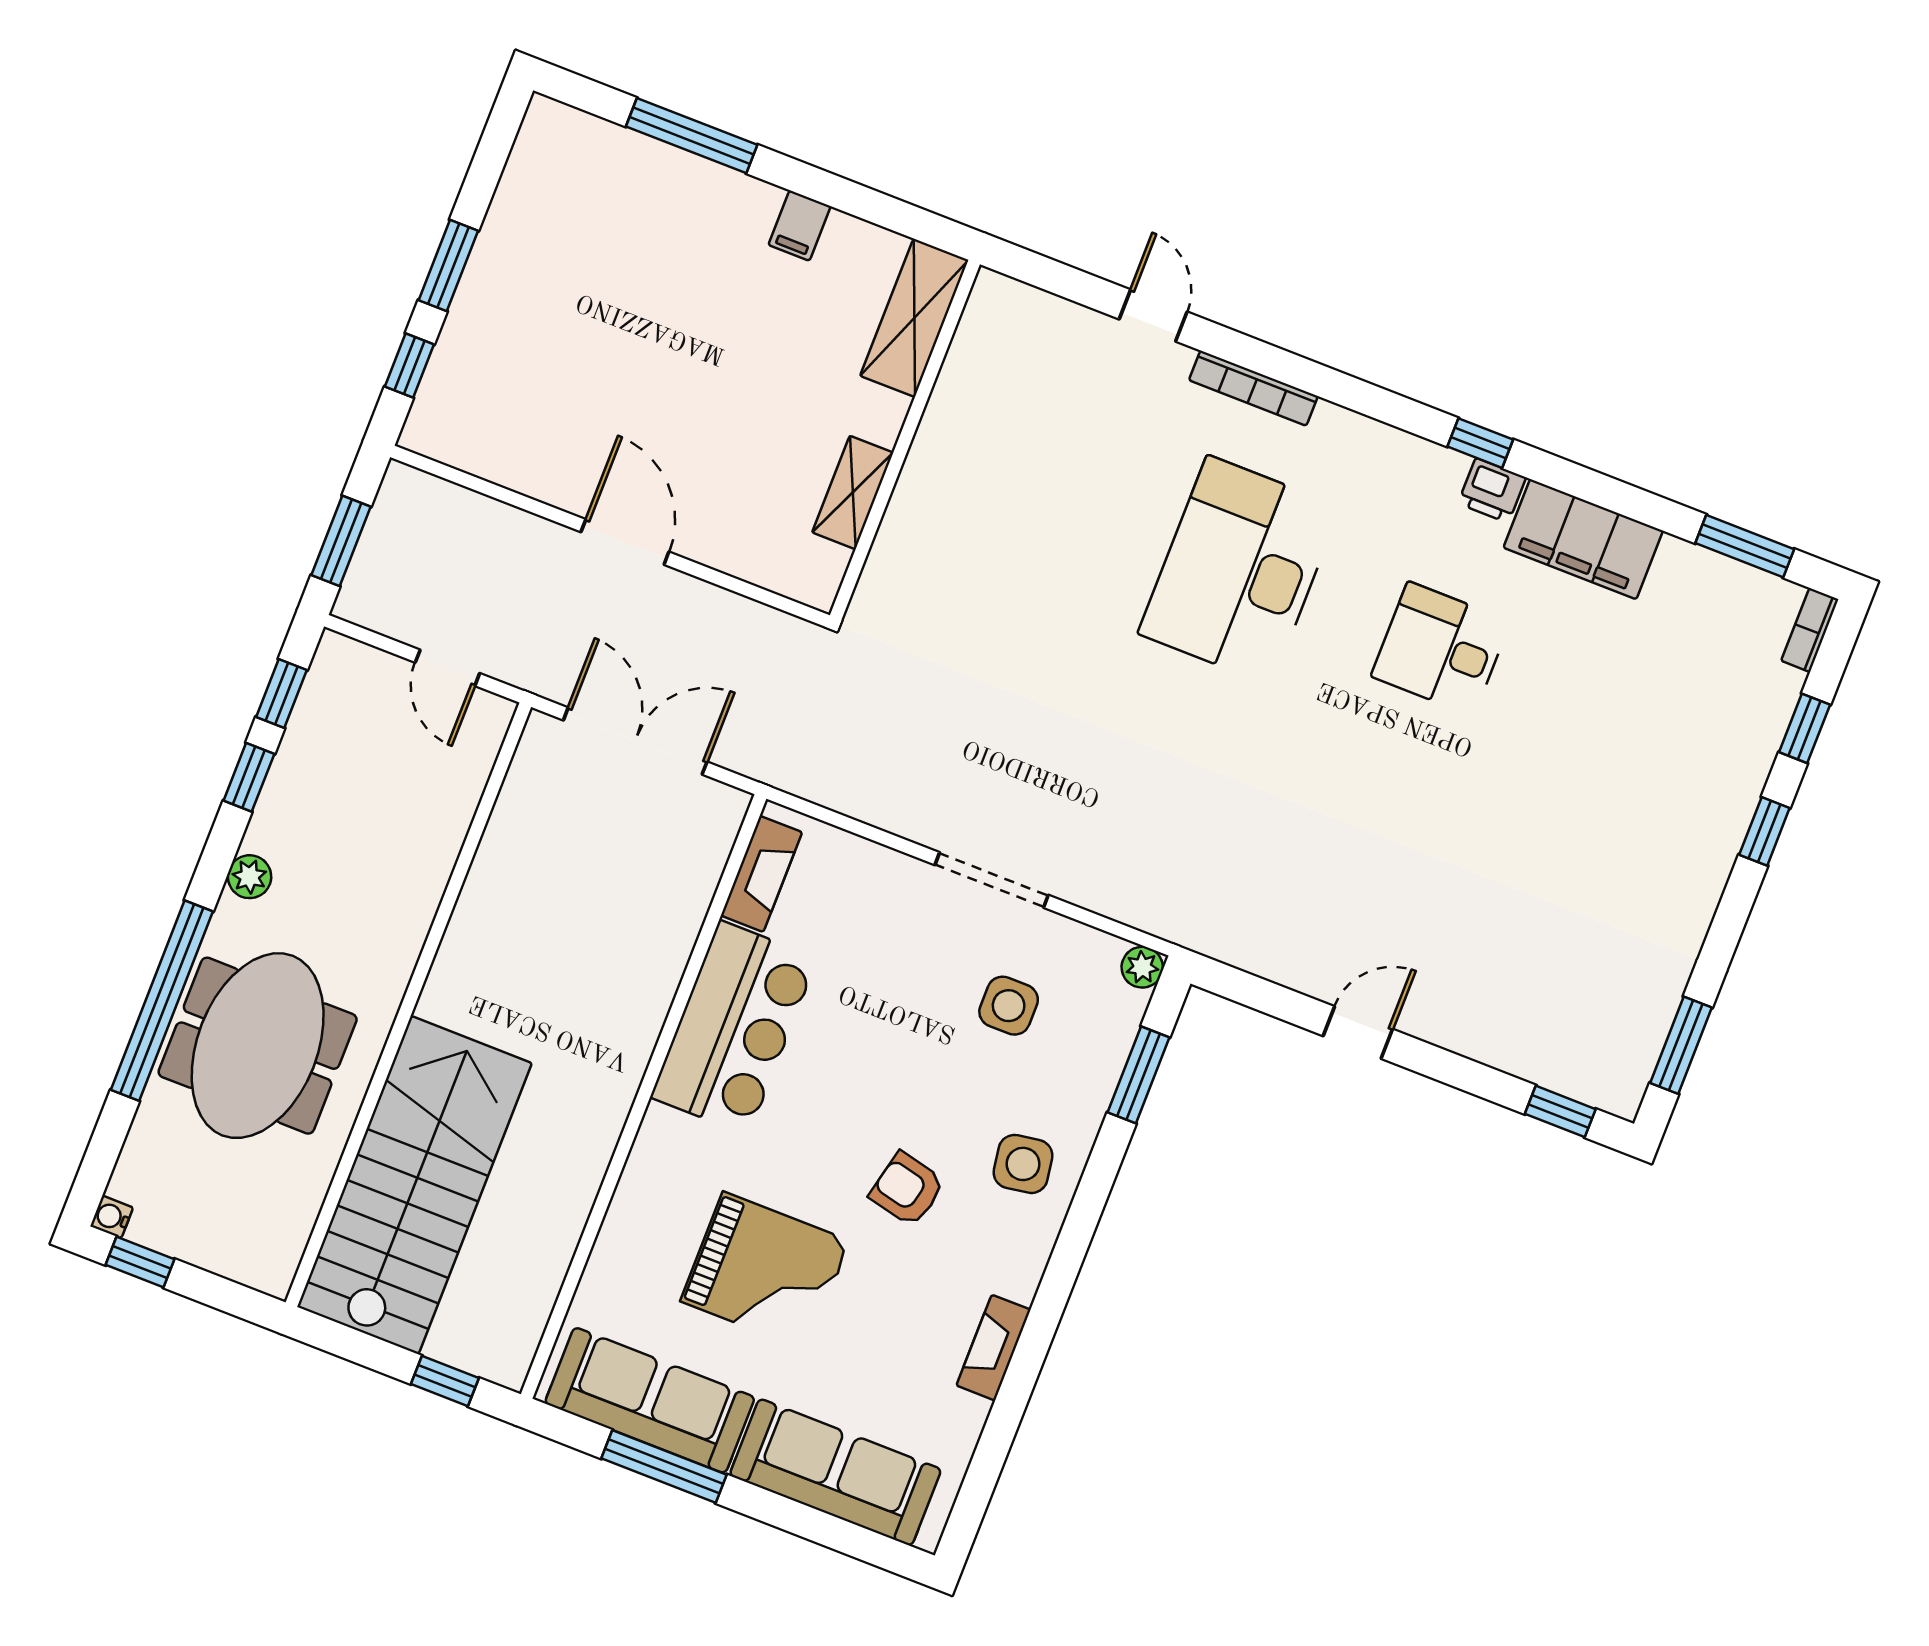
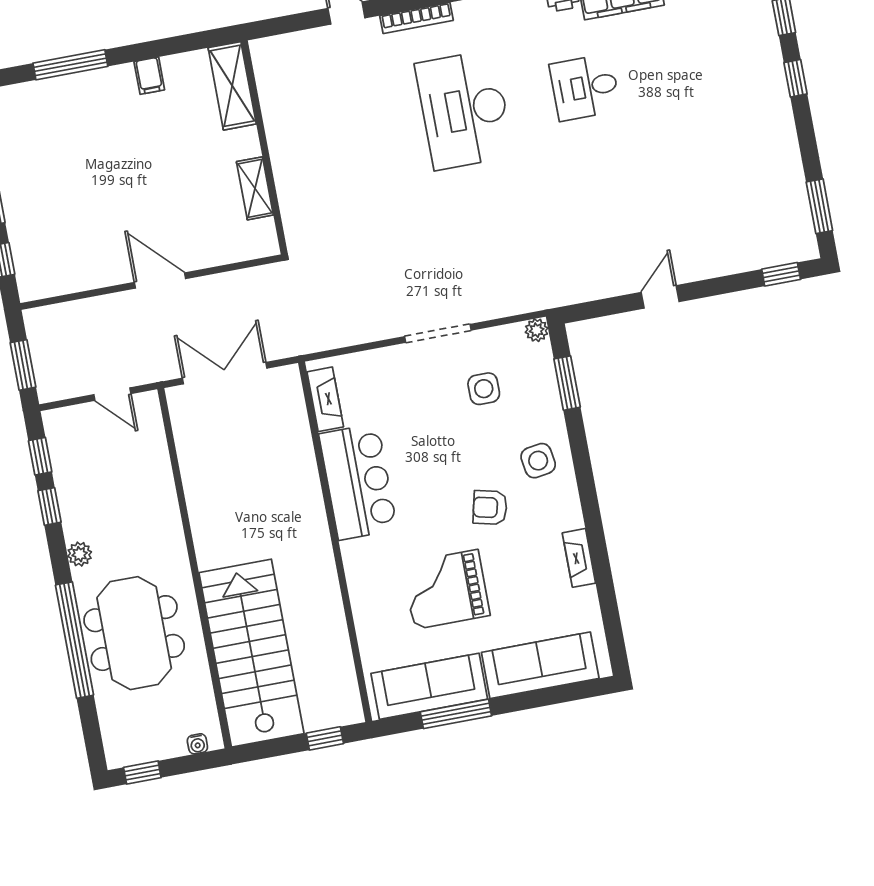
water cooler: (112, 1217) -> (197, 744), moved, turned -90
grand piano: (765, 1271) -> (446, 589), turned 180

